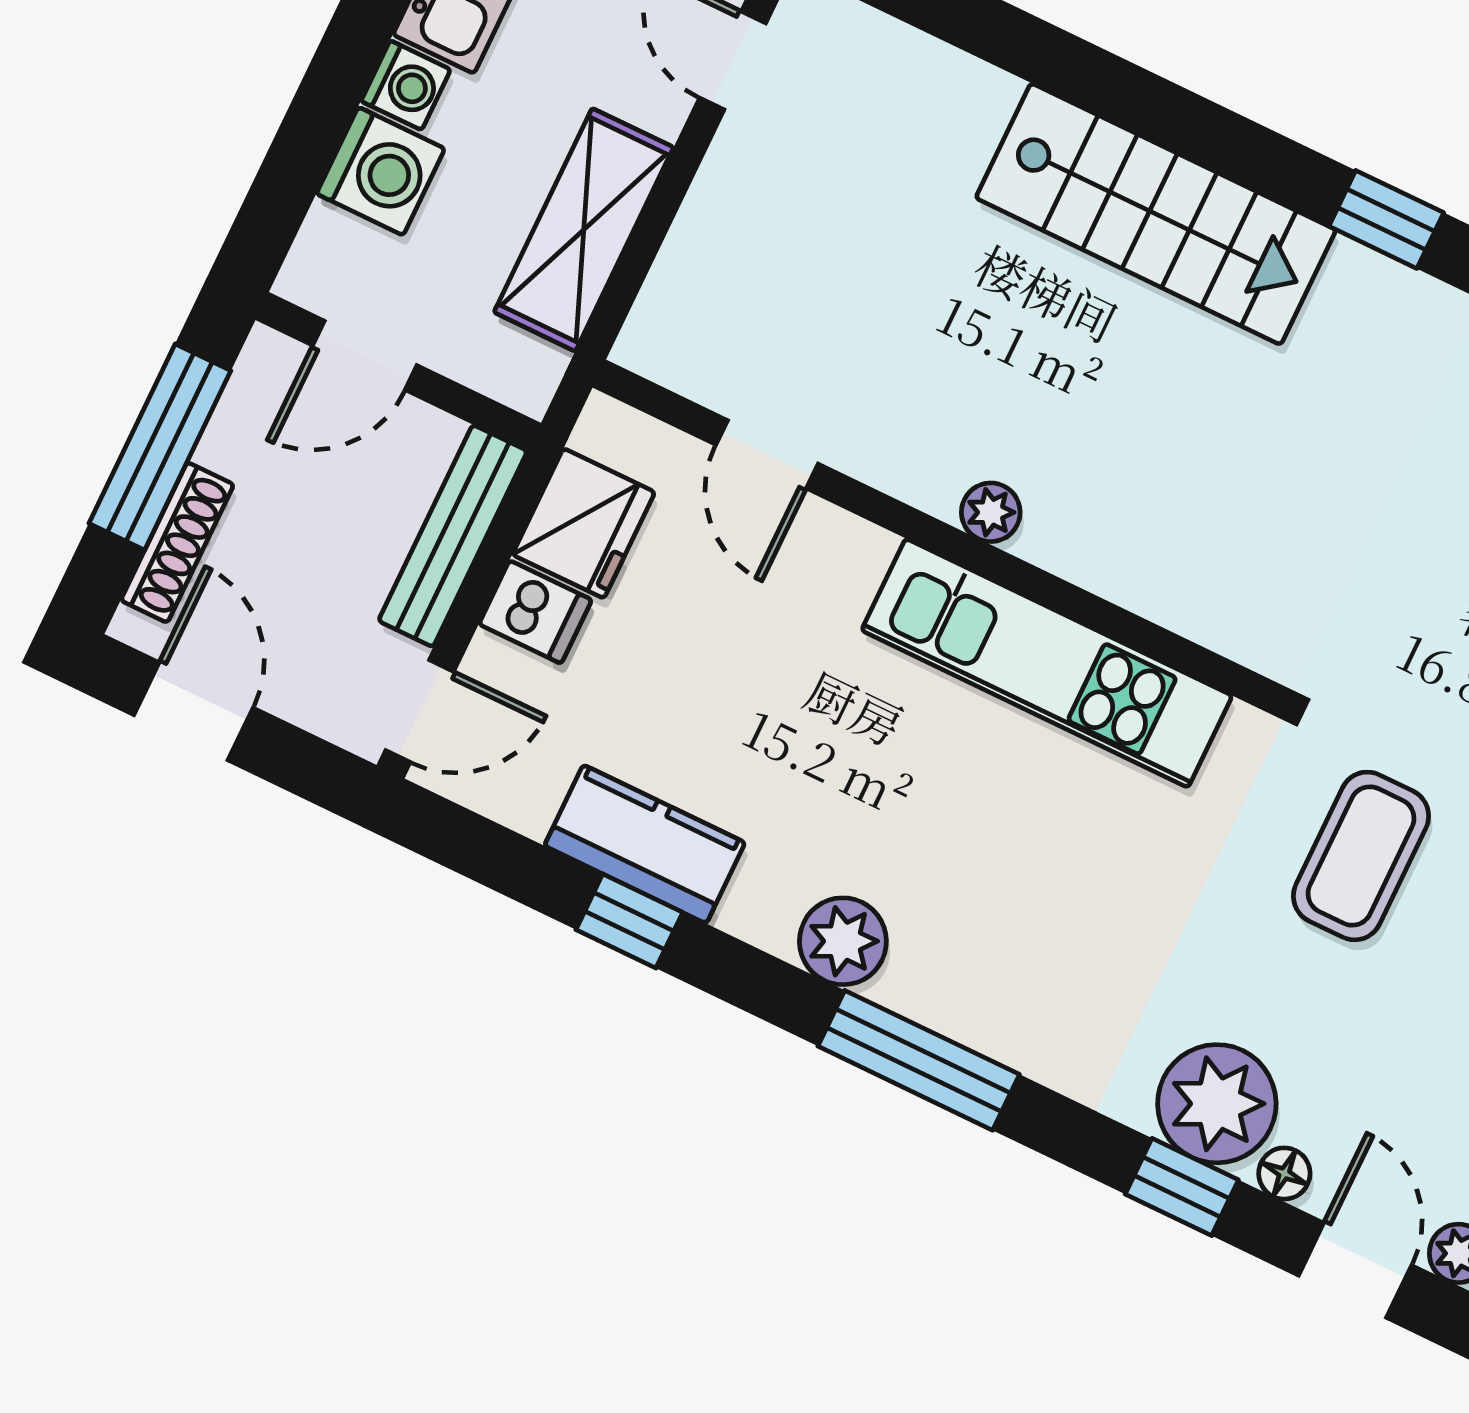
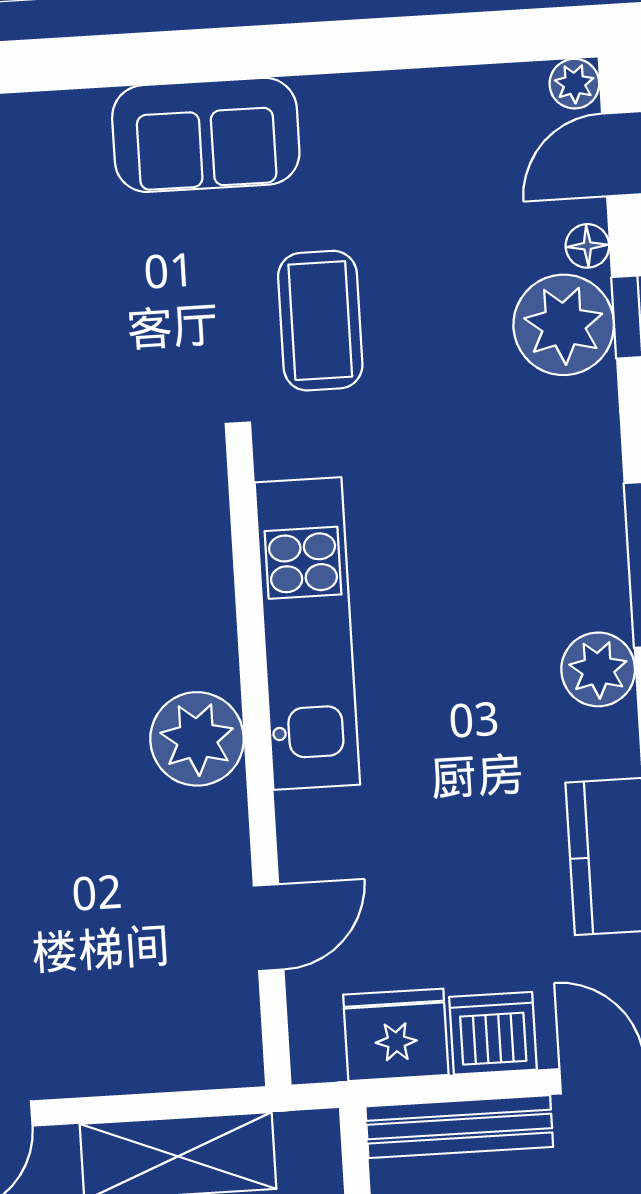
plant: (991, 512) -> (197, 739), width x1.87, depth x1.87
dishwasher: (535, 612) -> (493, 1033), width x1.38
coffee table: (1361, 856) -> (320, 321), turned 90

